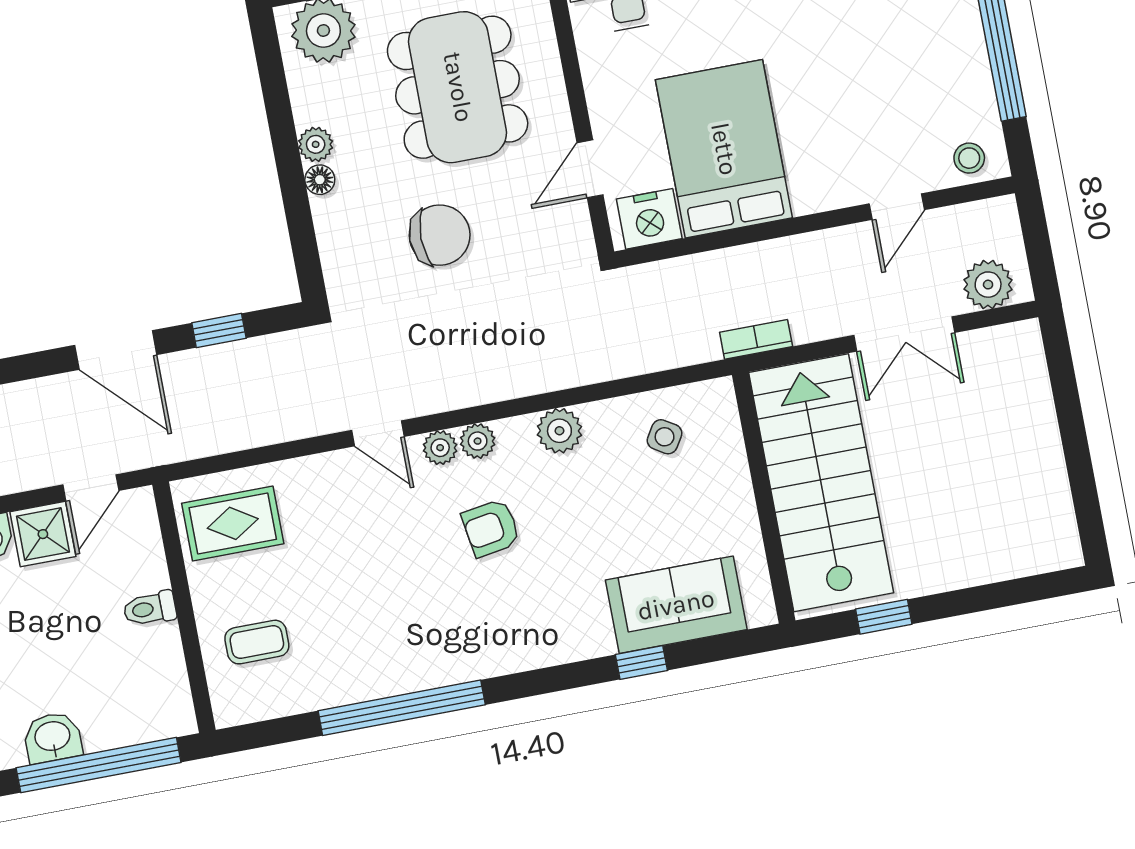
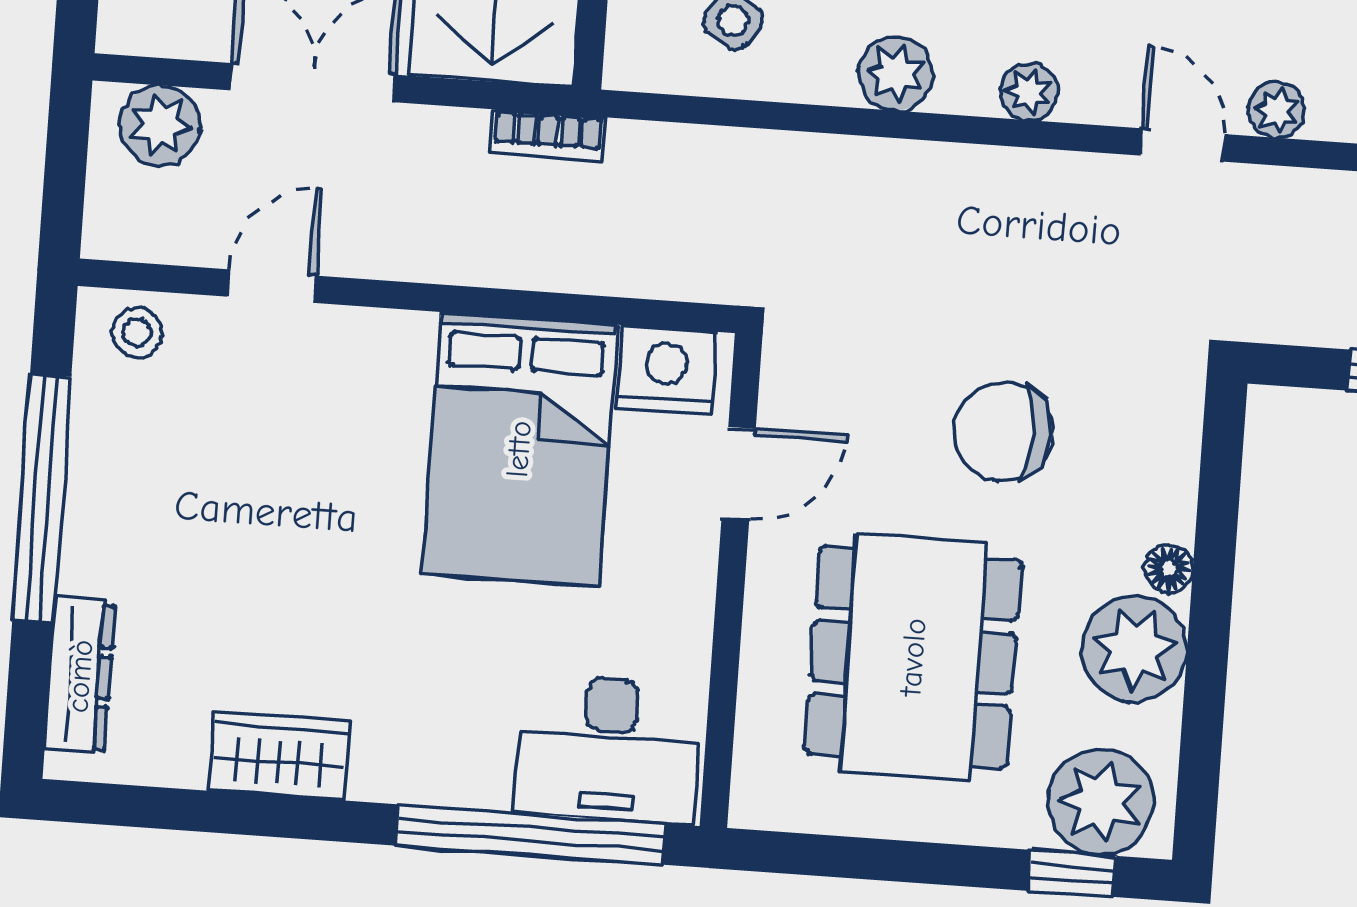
plant: (316, 144) -> (1134, 649), width x1.87, depth x1.87
plant: (440, 448) -> (1277, 110), moved

